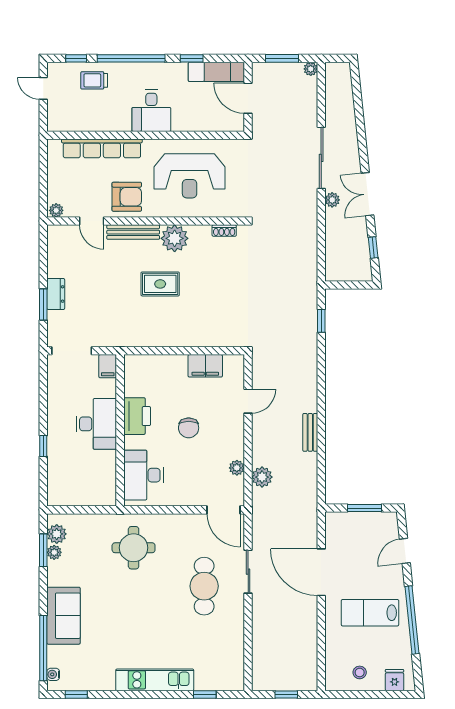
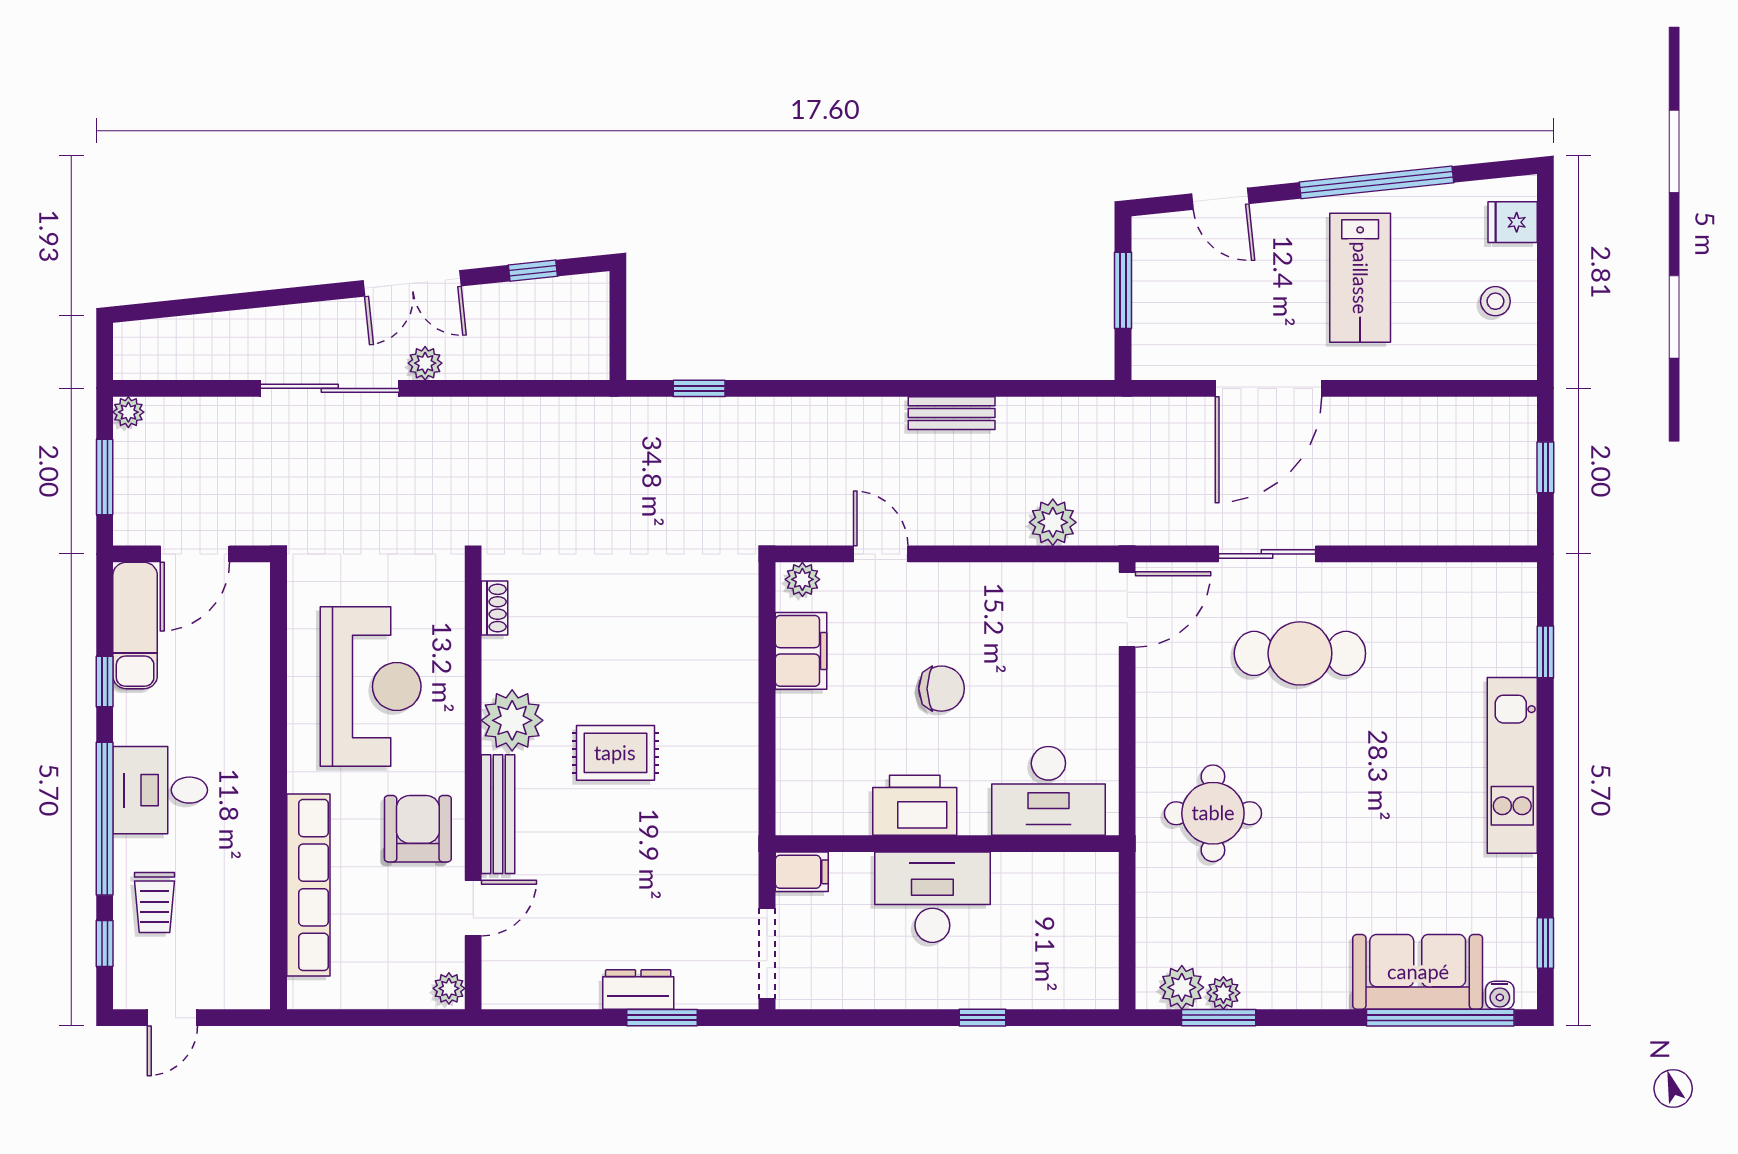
desk: (151, 111) -> (160, 790), moved, turned 180
rug: (160, 284) -> (615, 753), turned 90
plant: (237, 468) -> (802, 579), moved
sofa: (64, 616) -> (1418, 972), moved

